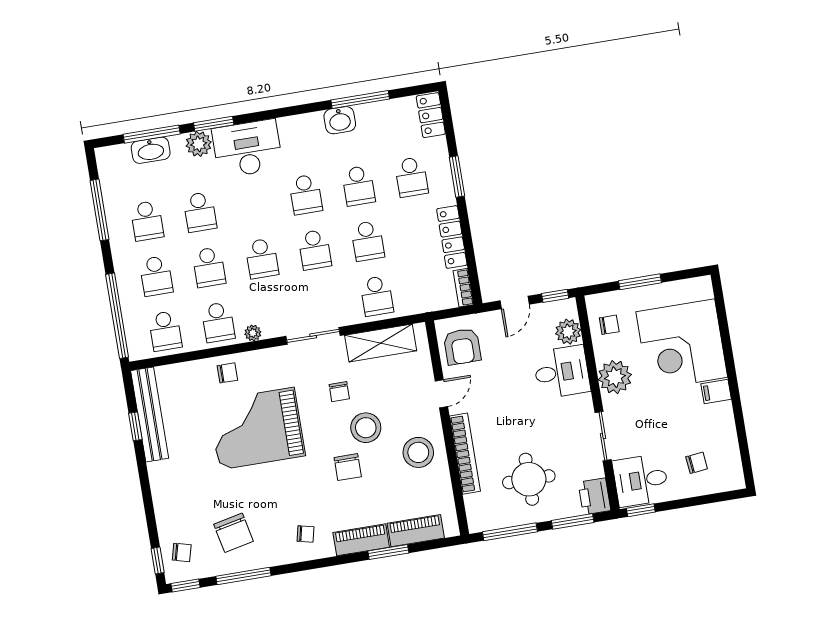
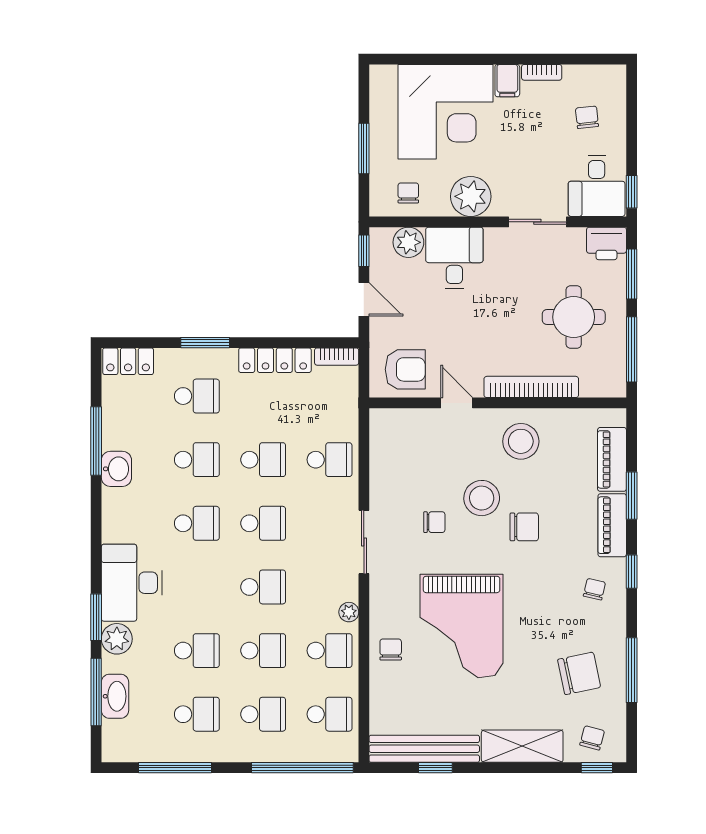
shelving: (381, 343) -> (522, 746), moved, turned 90
bookcase: (728, 419) -> (542, 72), added
window: (186, 586) -> (632, 572), moved

